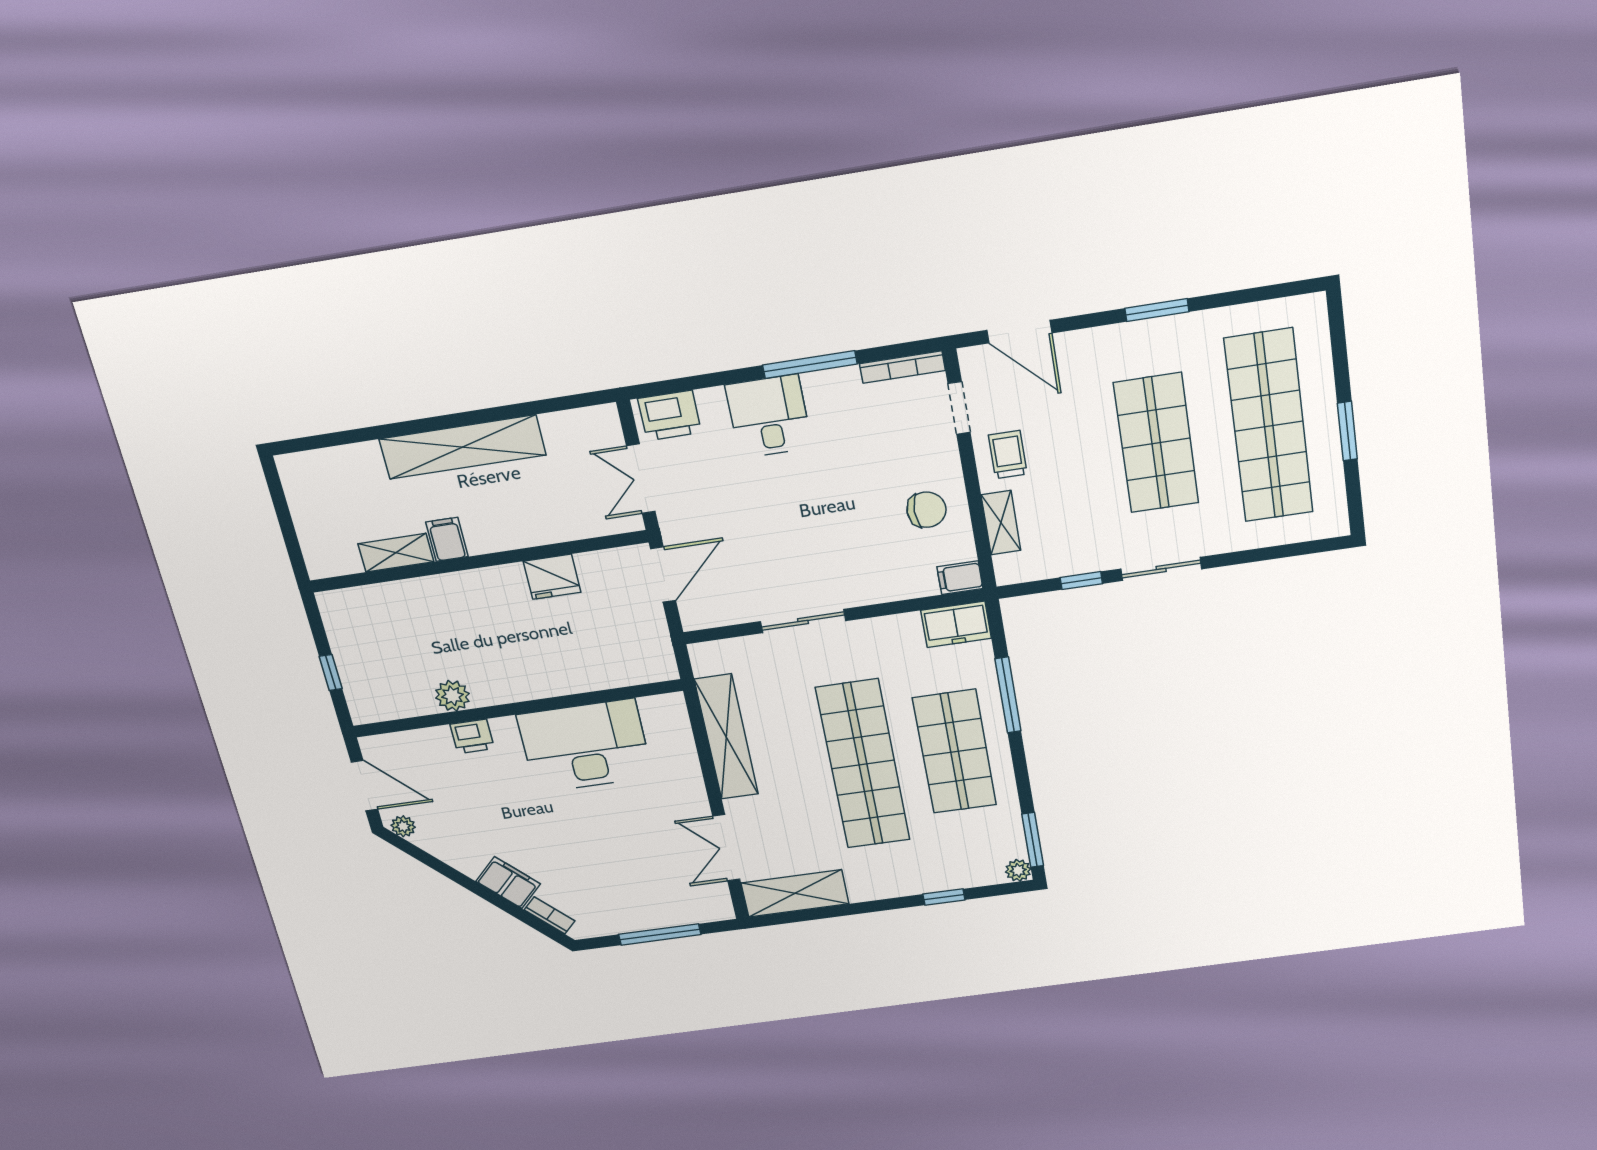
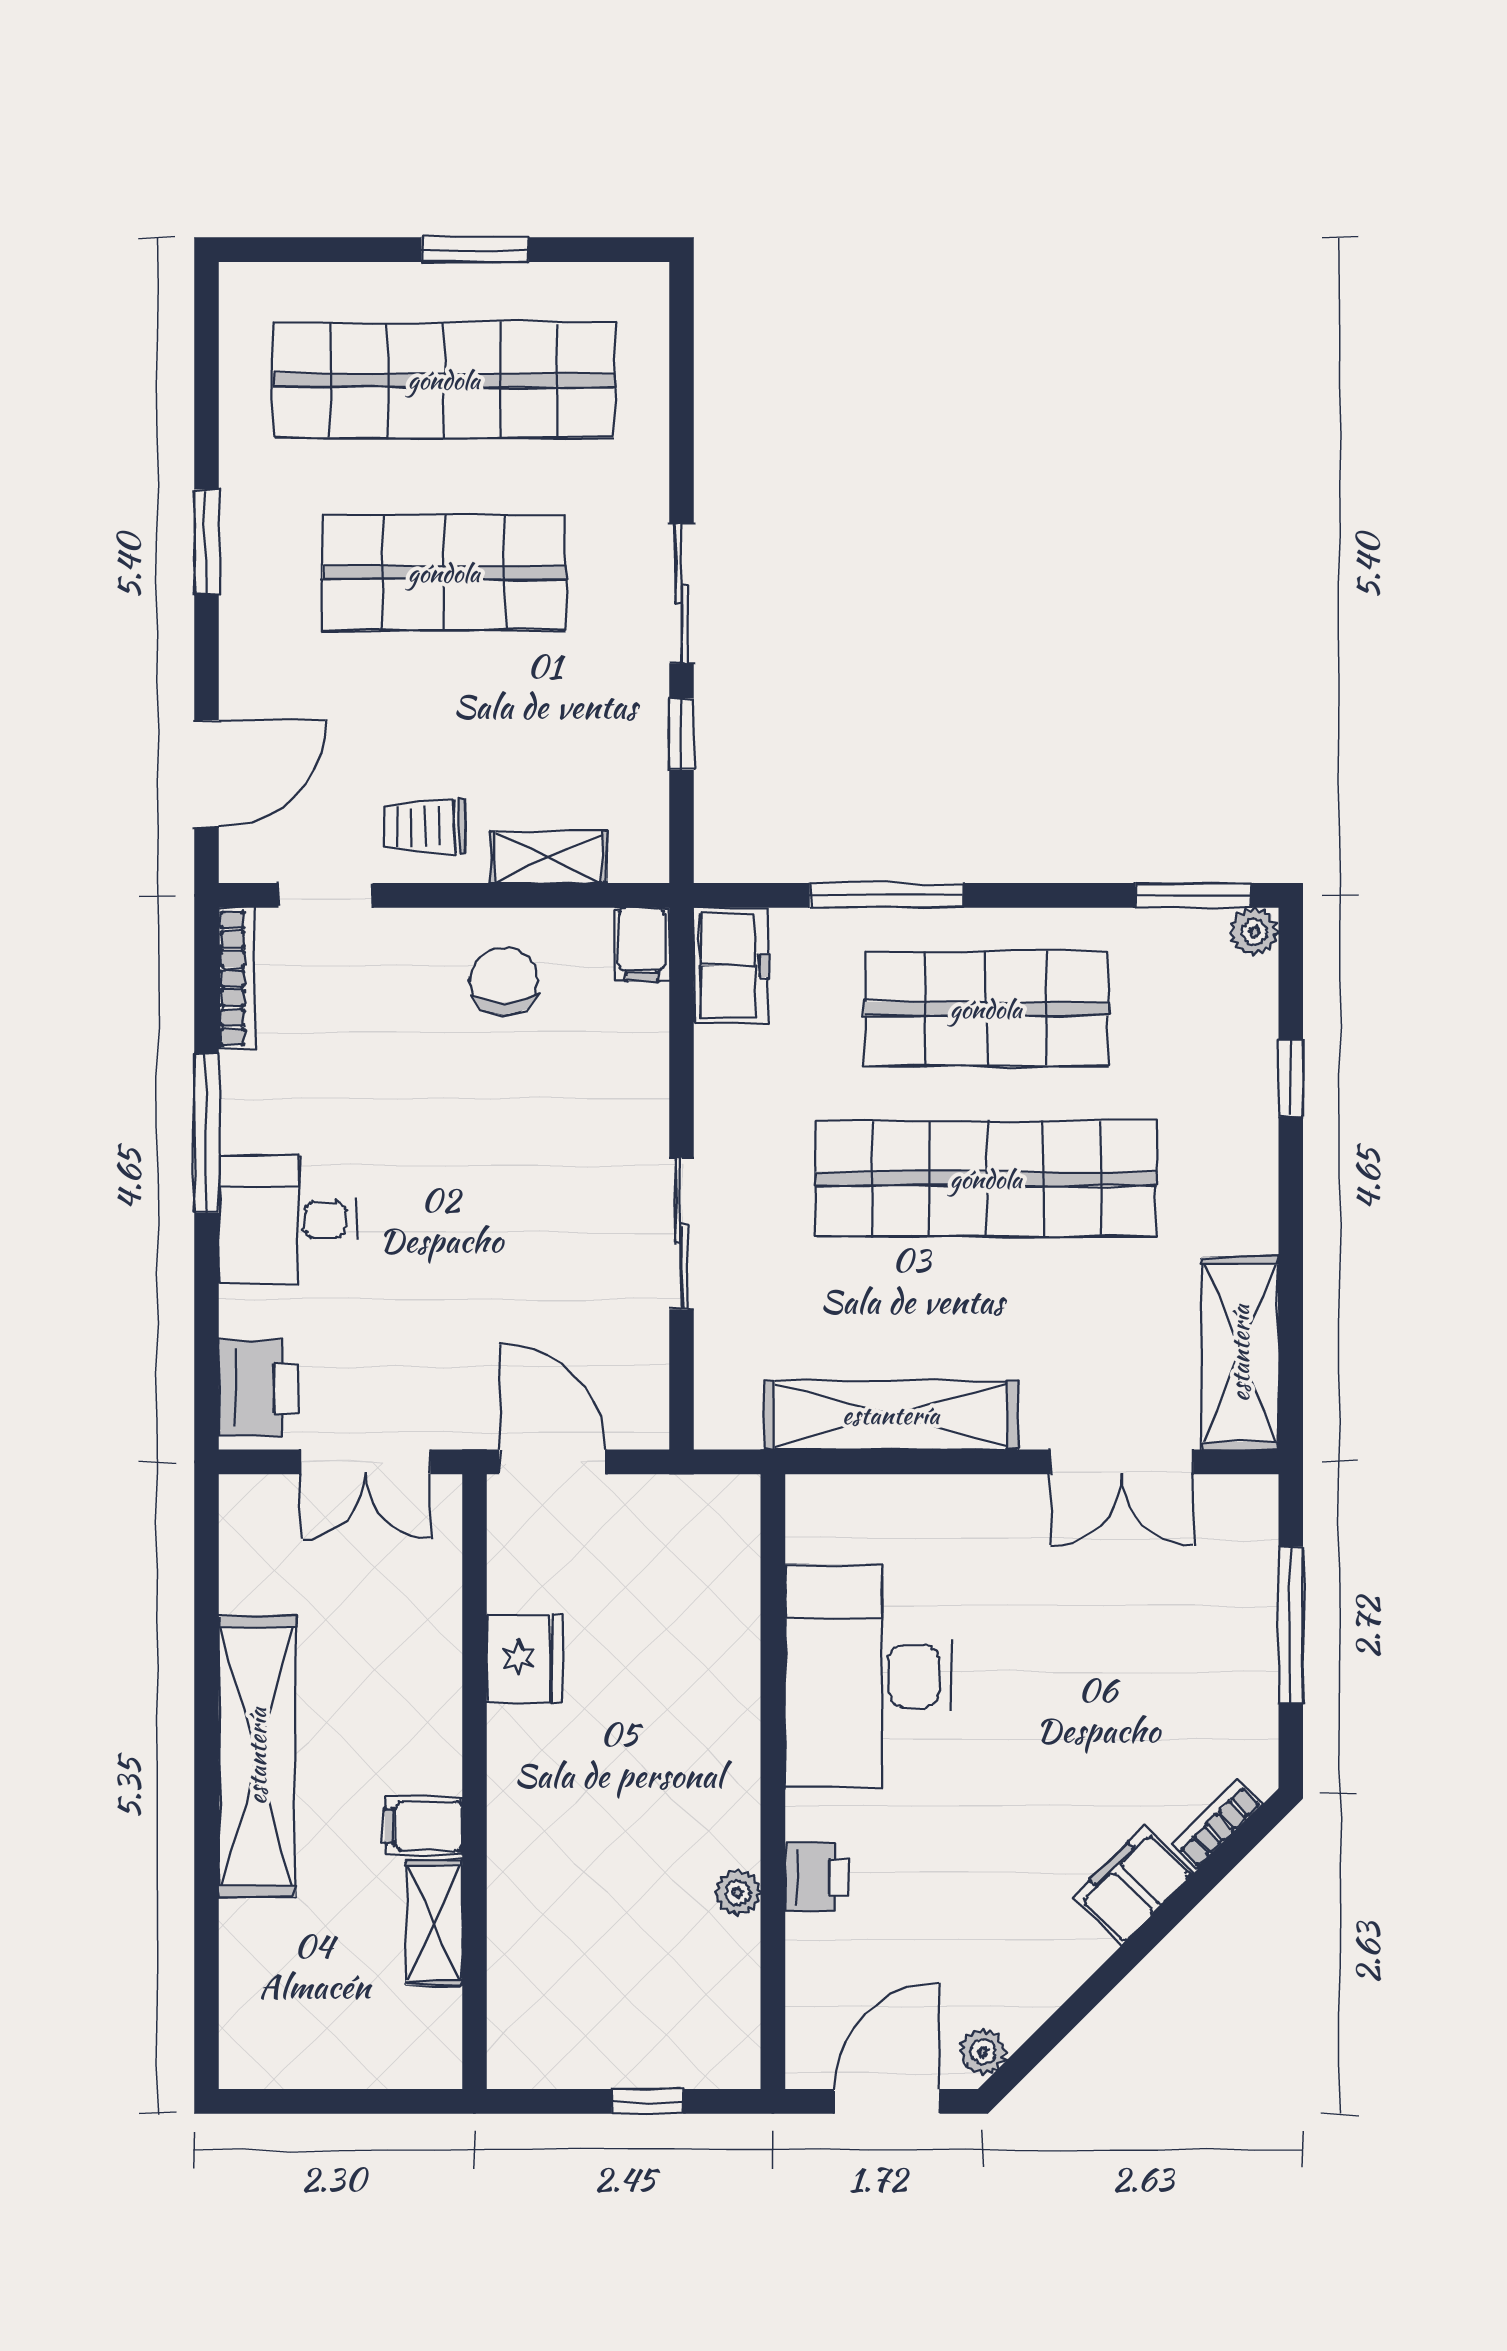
plant: (452, 696) -> (738, 1893), width x0.73, depth x0.73

